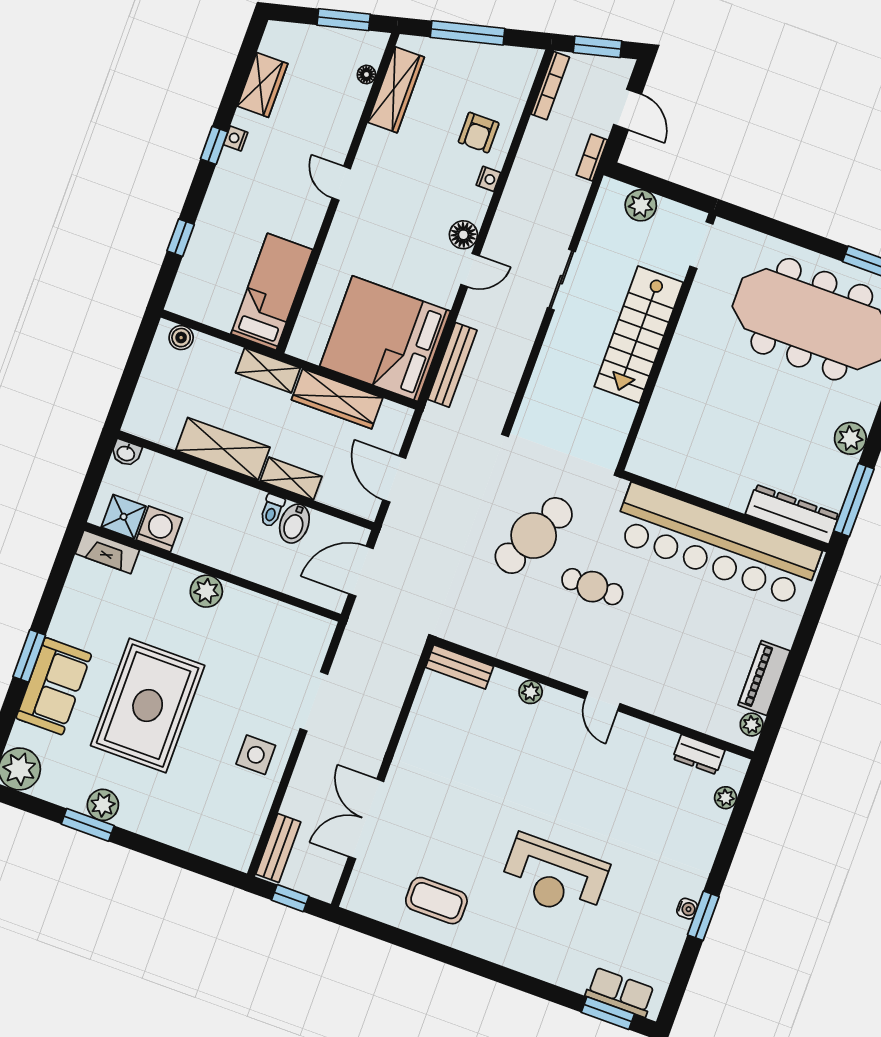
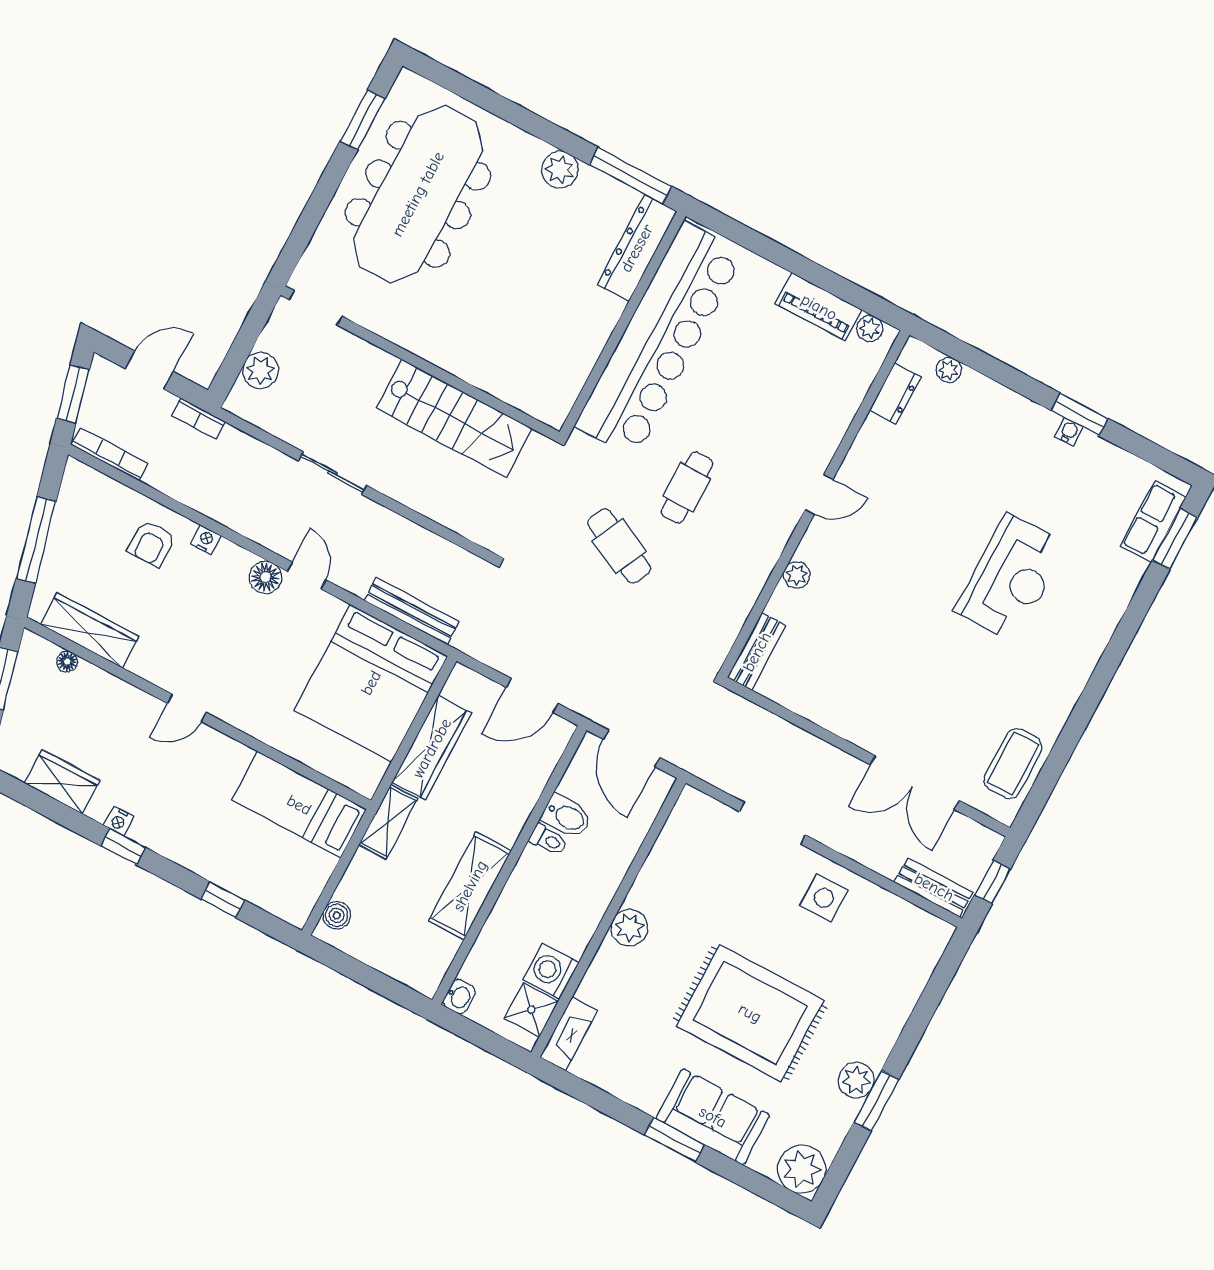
armchair: (479, 133) -> (151, 543), turned 90
stairs: (639, 335) -> (454, 418), moved
shelving: (291, 479) -> (515, 813), removed
cafe table: (534, 536) -> (619, 546), width x0.73, depth x0.74
coffee table: (436, 901) -> (1013, 763), moved

